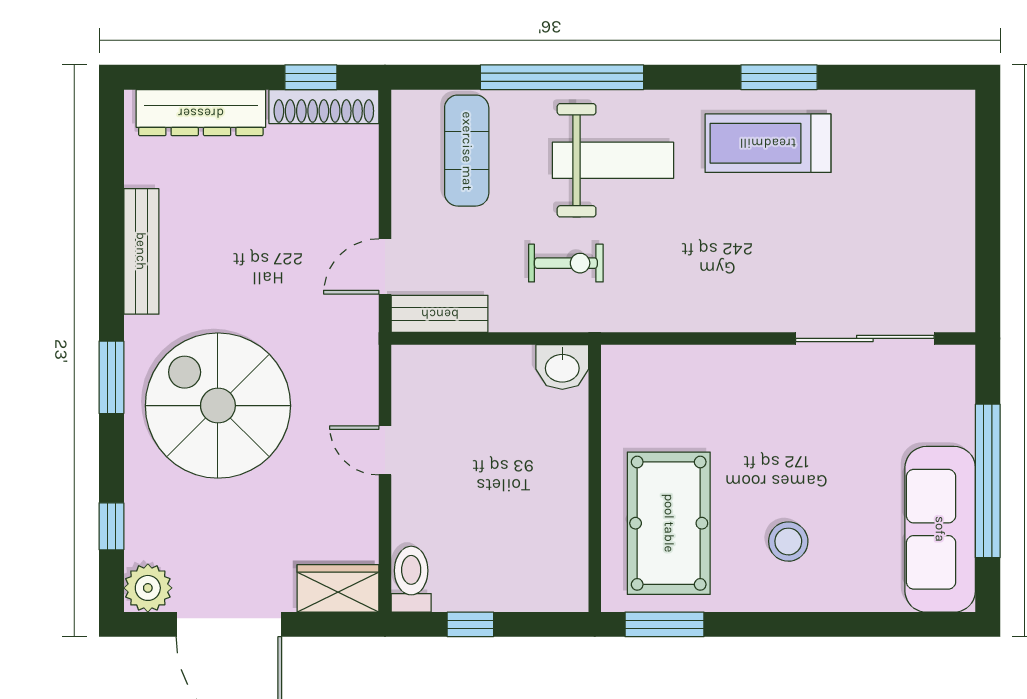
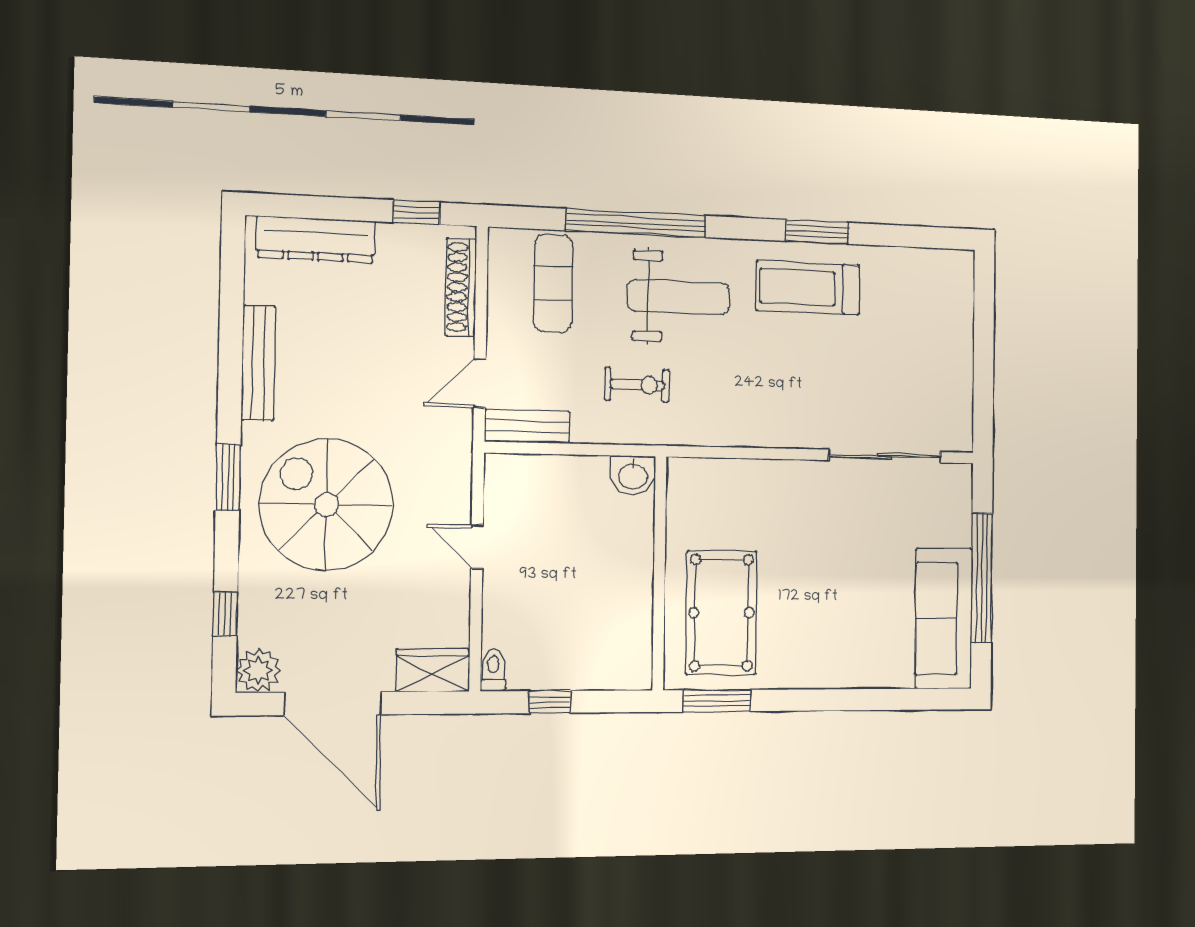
shoe rack: (324, 107) -> (461, 287), moved, turned 90
stool: (788, 542) -> (821, 629), removed
toilet: (411, 579) -> (493, 670), width x0.73, depth x0.72

